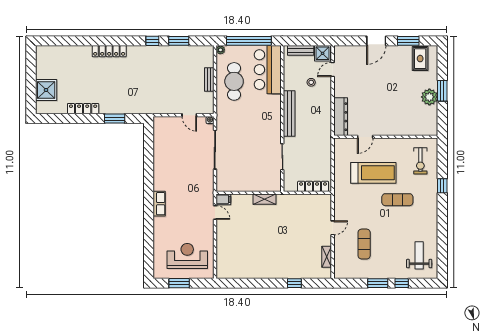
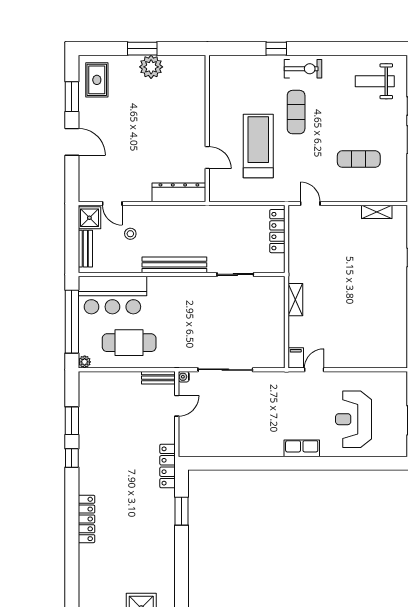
rug: (420, 59) -> (97, 80), turned 90
bench: (209, 79) -> (158, 378), moved
locker: (83, 109) -> (168, 466), moved
exercise bike: (420, 161) -> (303, 69), moved
door: (333, 228) -> (310, 203), moved
reception desk: (187, 256) -> (354, 419), moved

